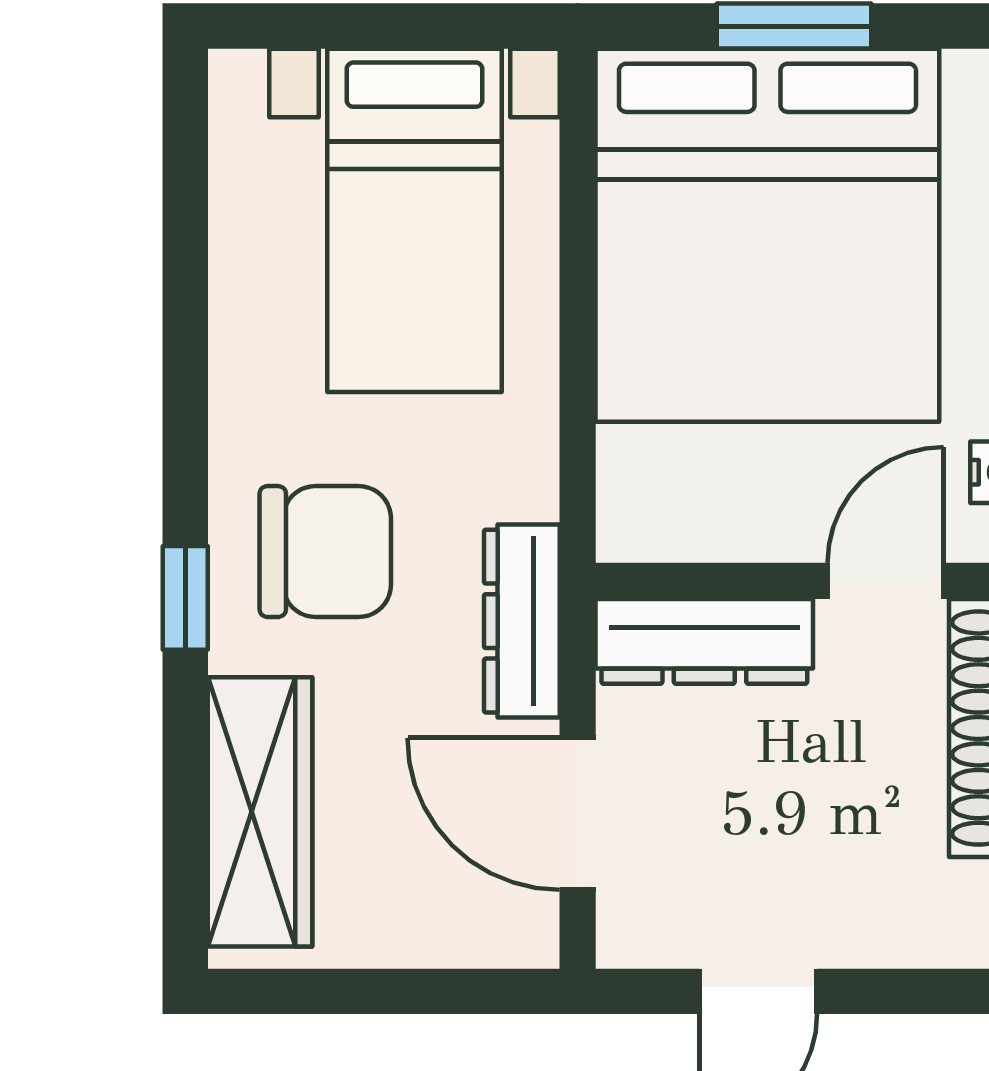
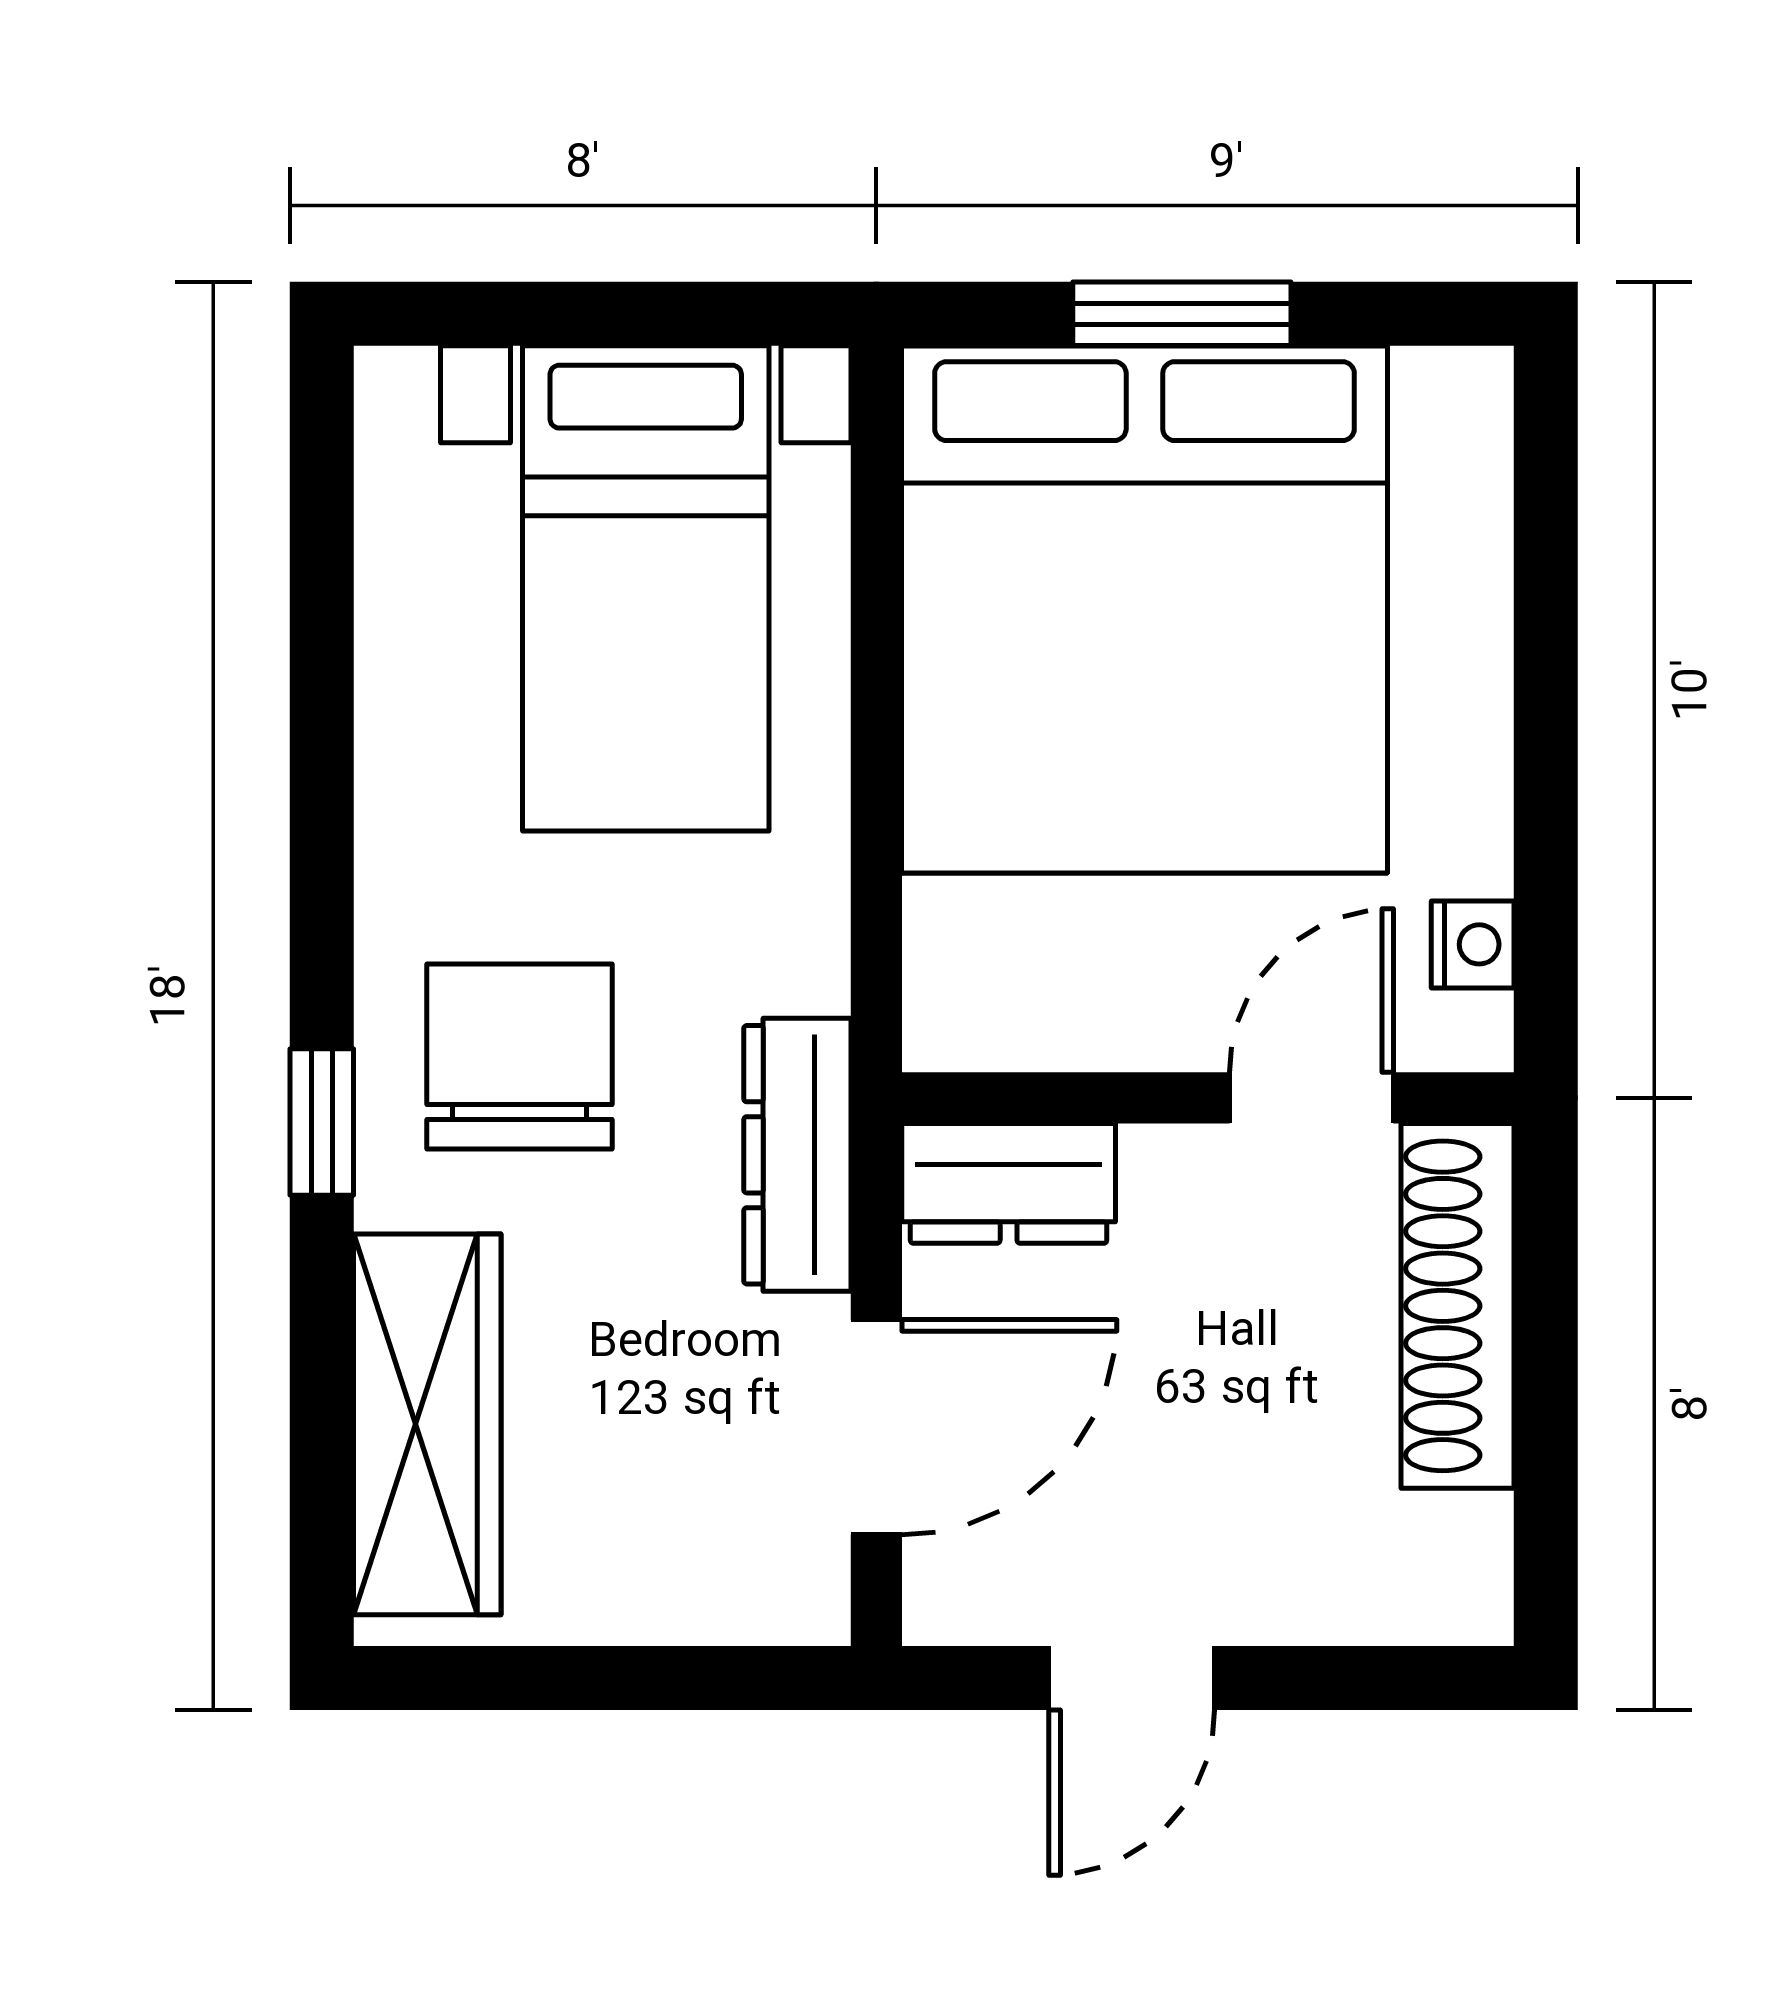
chair: (325, 552) -> (520, 1056), turned -90
dresser: (704, 641) -> (1009, 1183), width x0.70
door: (578, 814) -> (876, 1427), swing flipped

